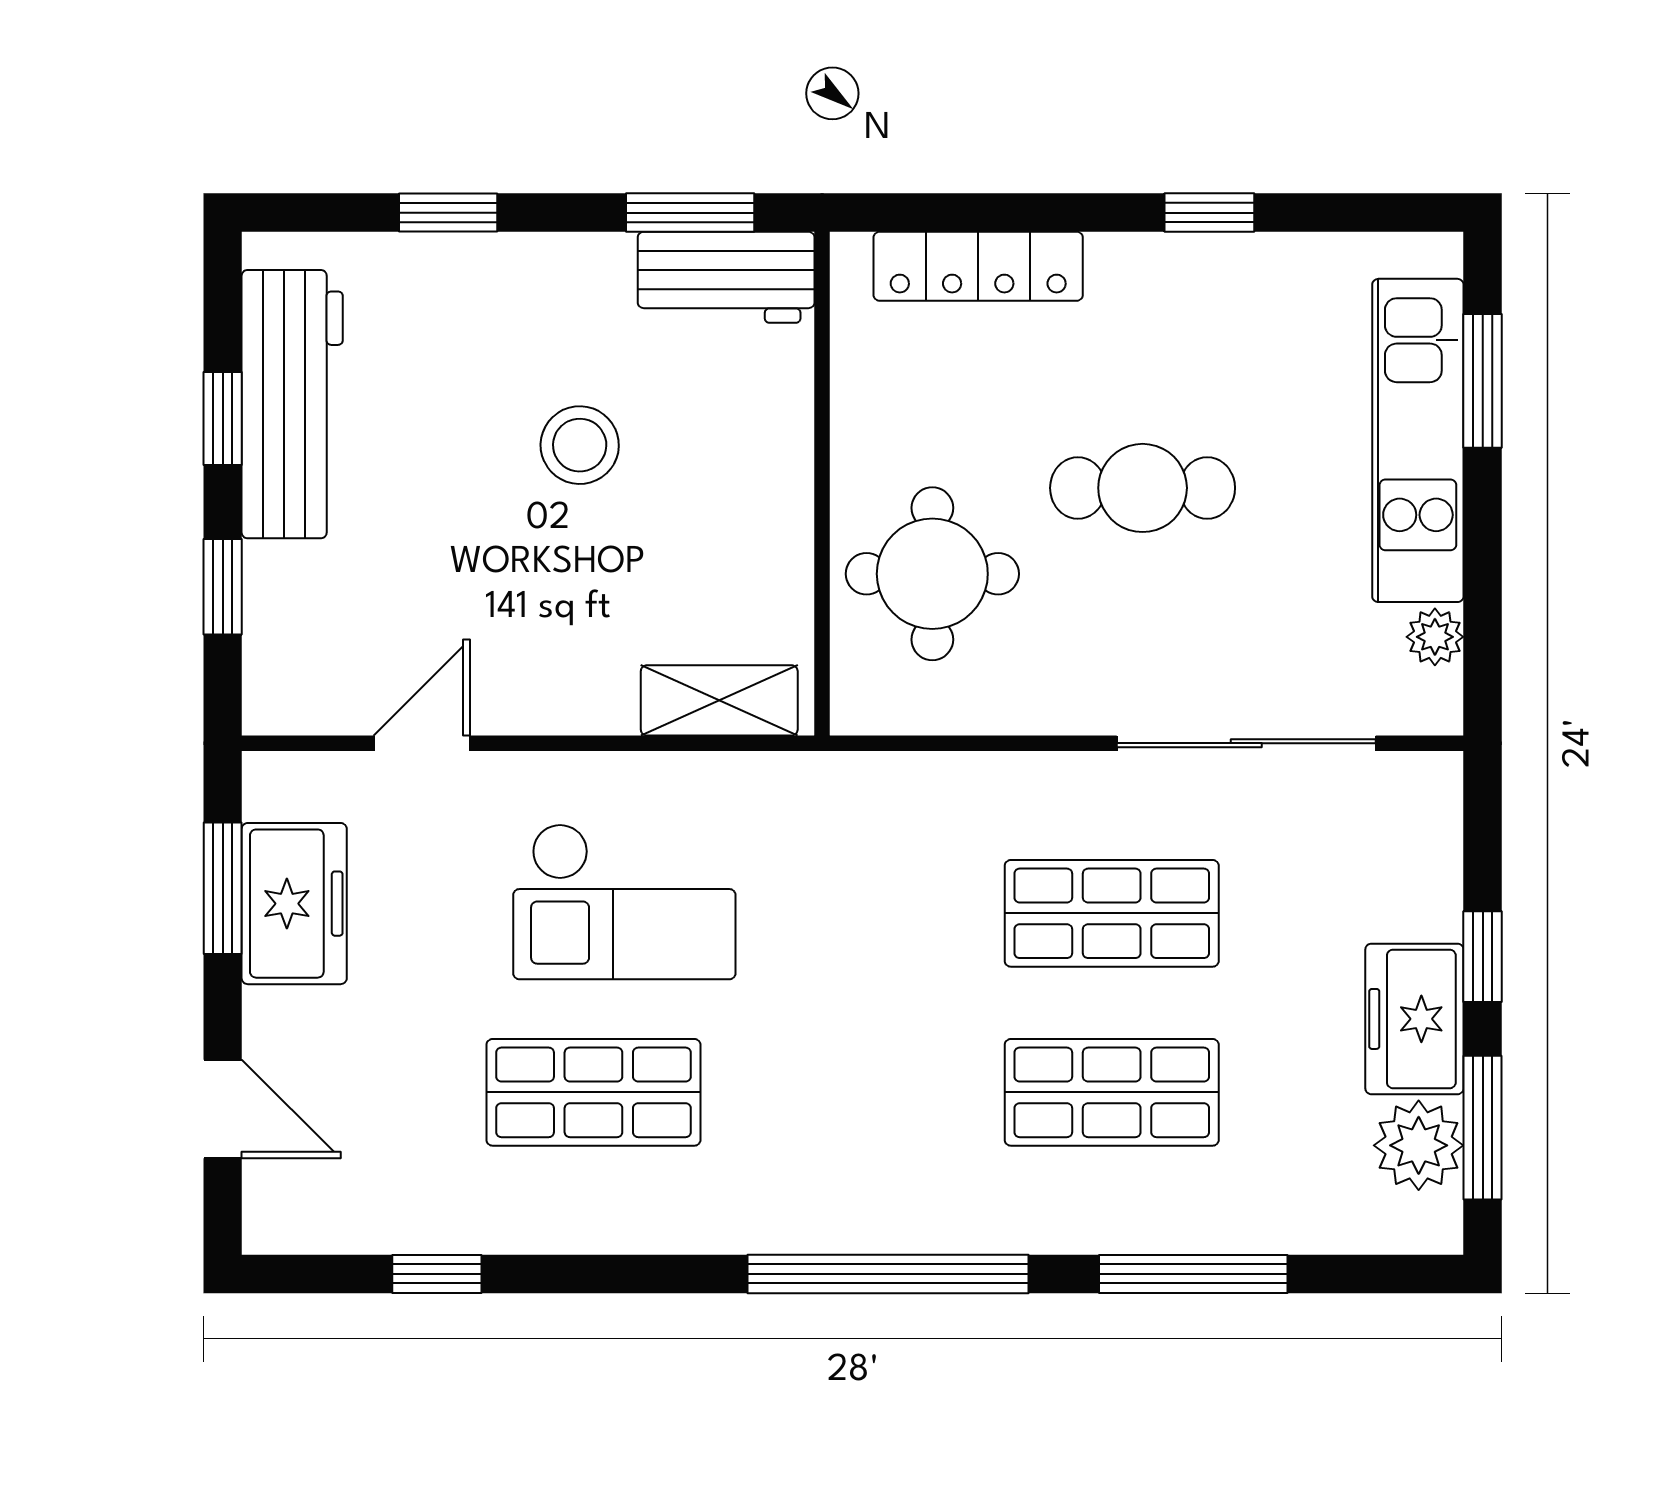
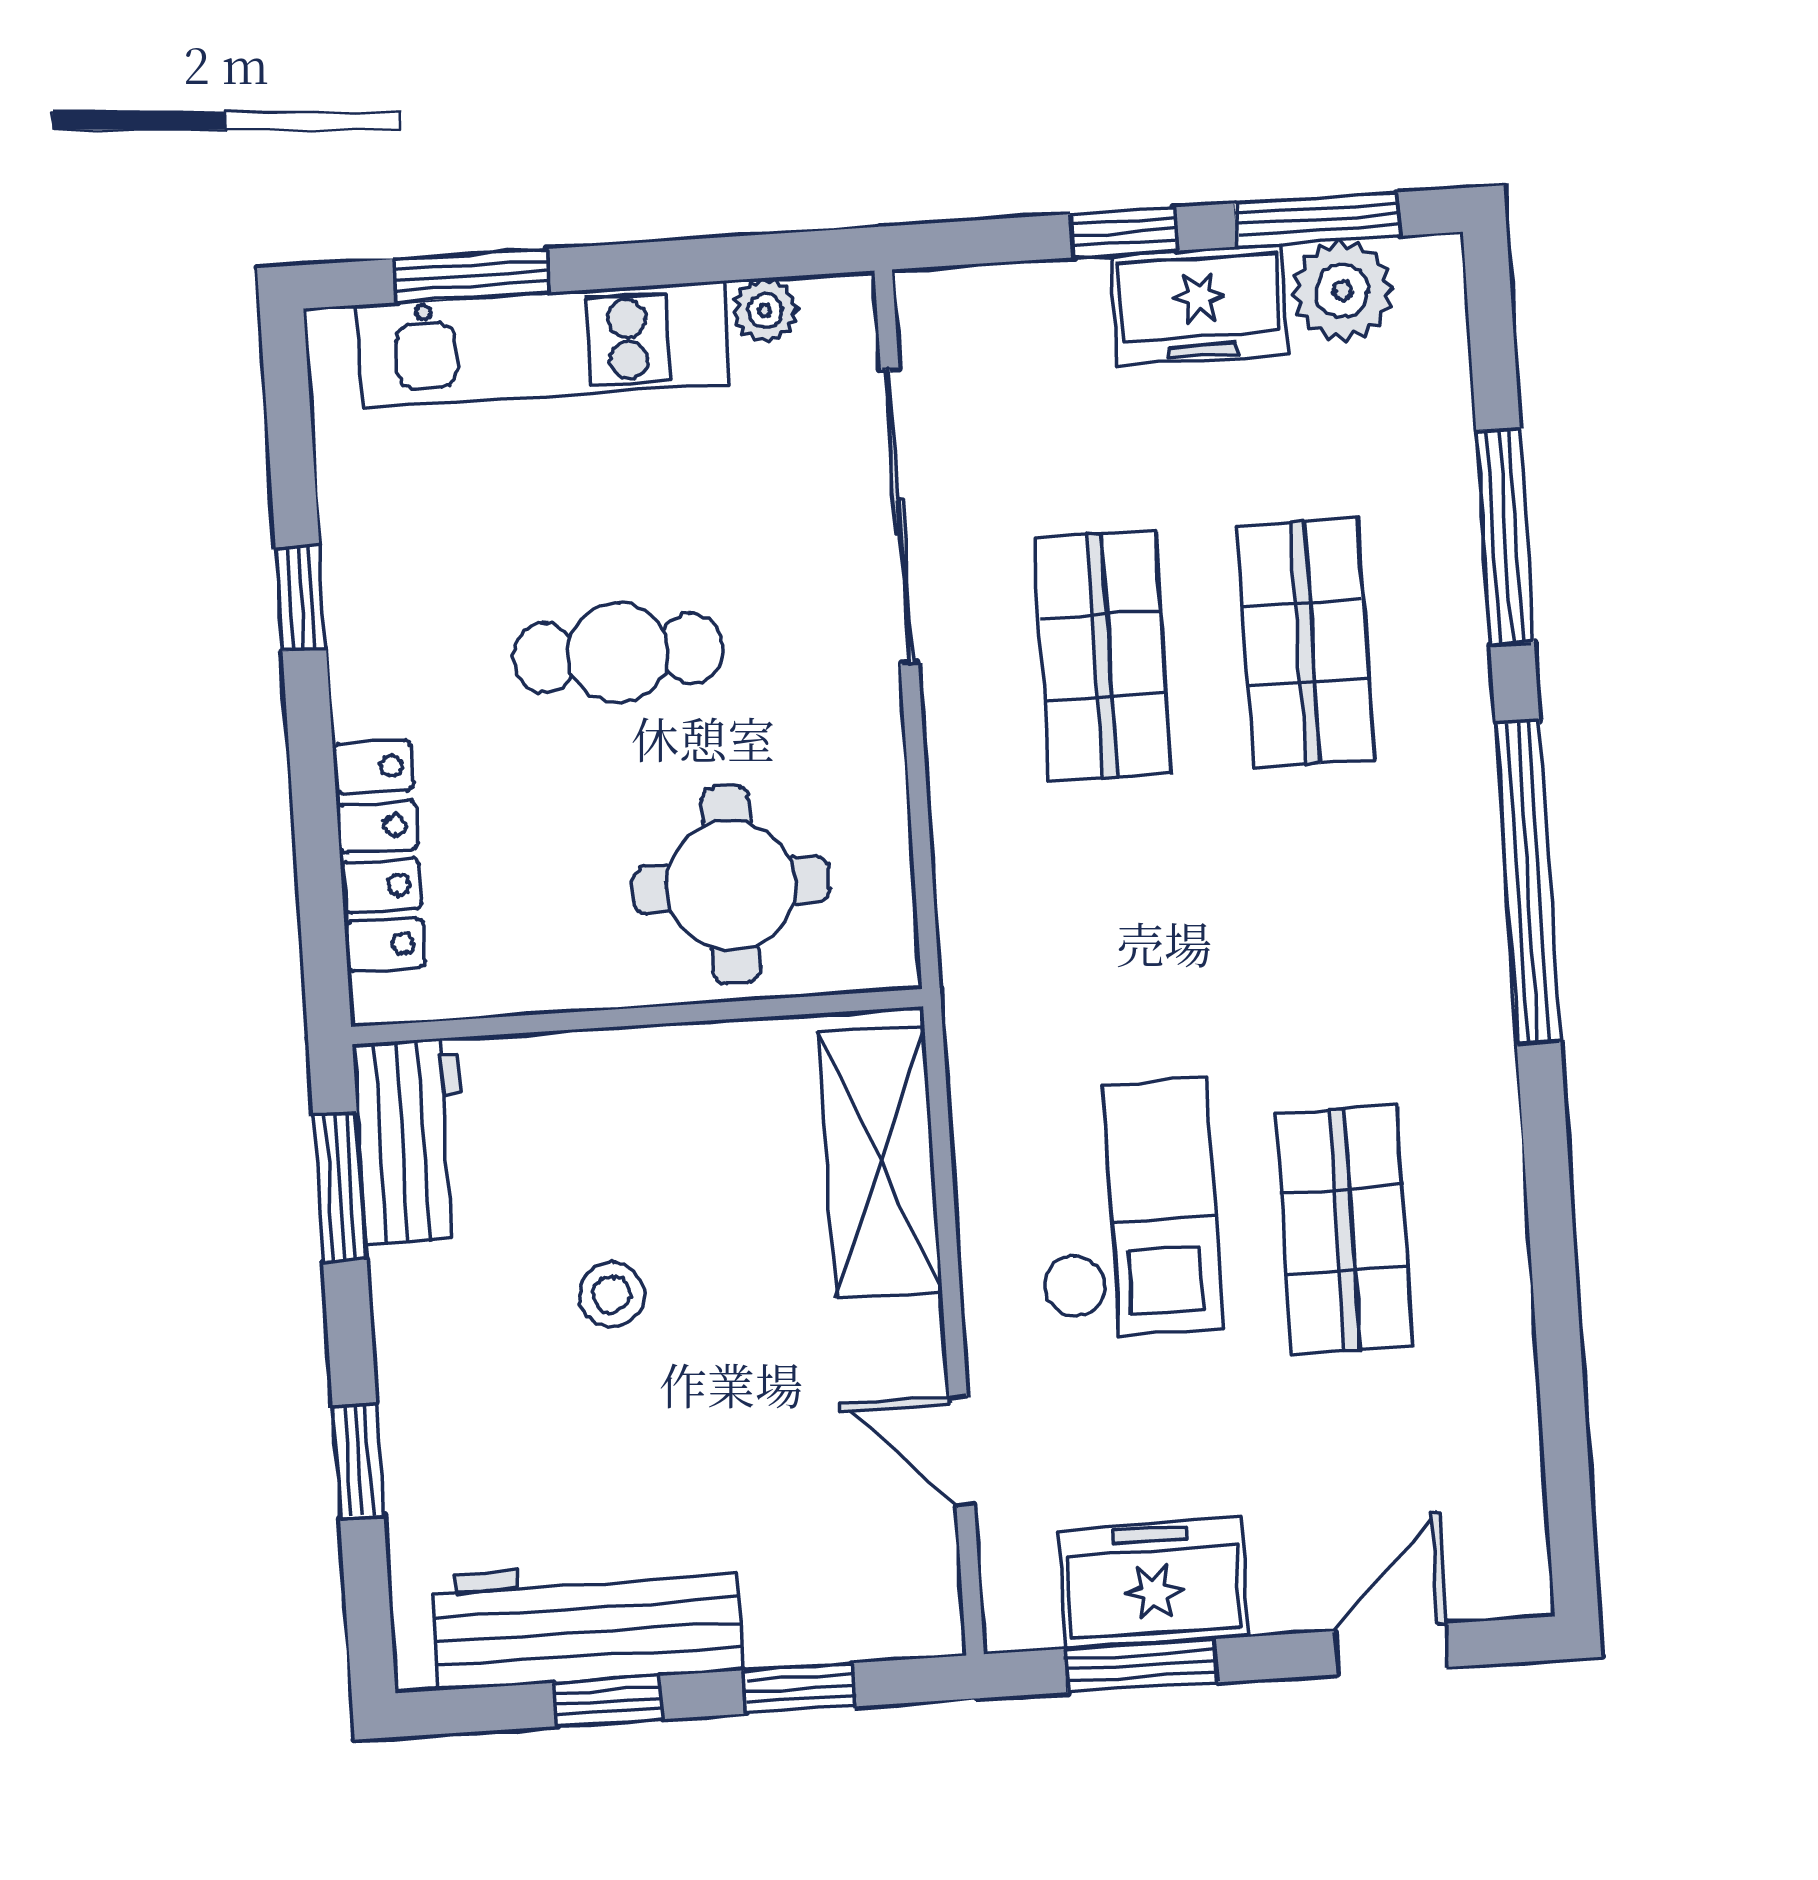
stool: (580, 445) -> (612, 1294), width x0.73, depth x0.73
cafe table: (1143, 488) -> (618, 653), turned 90
shelving: (719, 700) -> (880, 1162), width x1.50, depth x1.33
window: (437, 1274) -> (1562, 1394), removed

